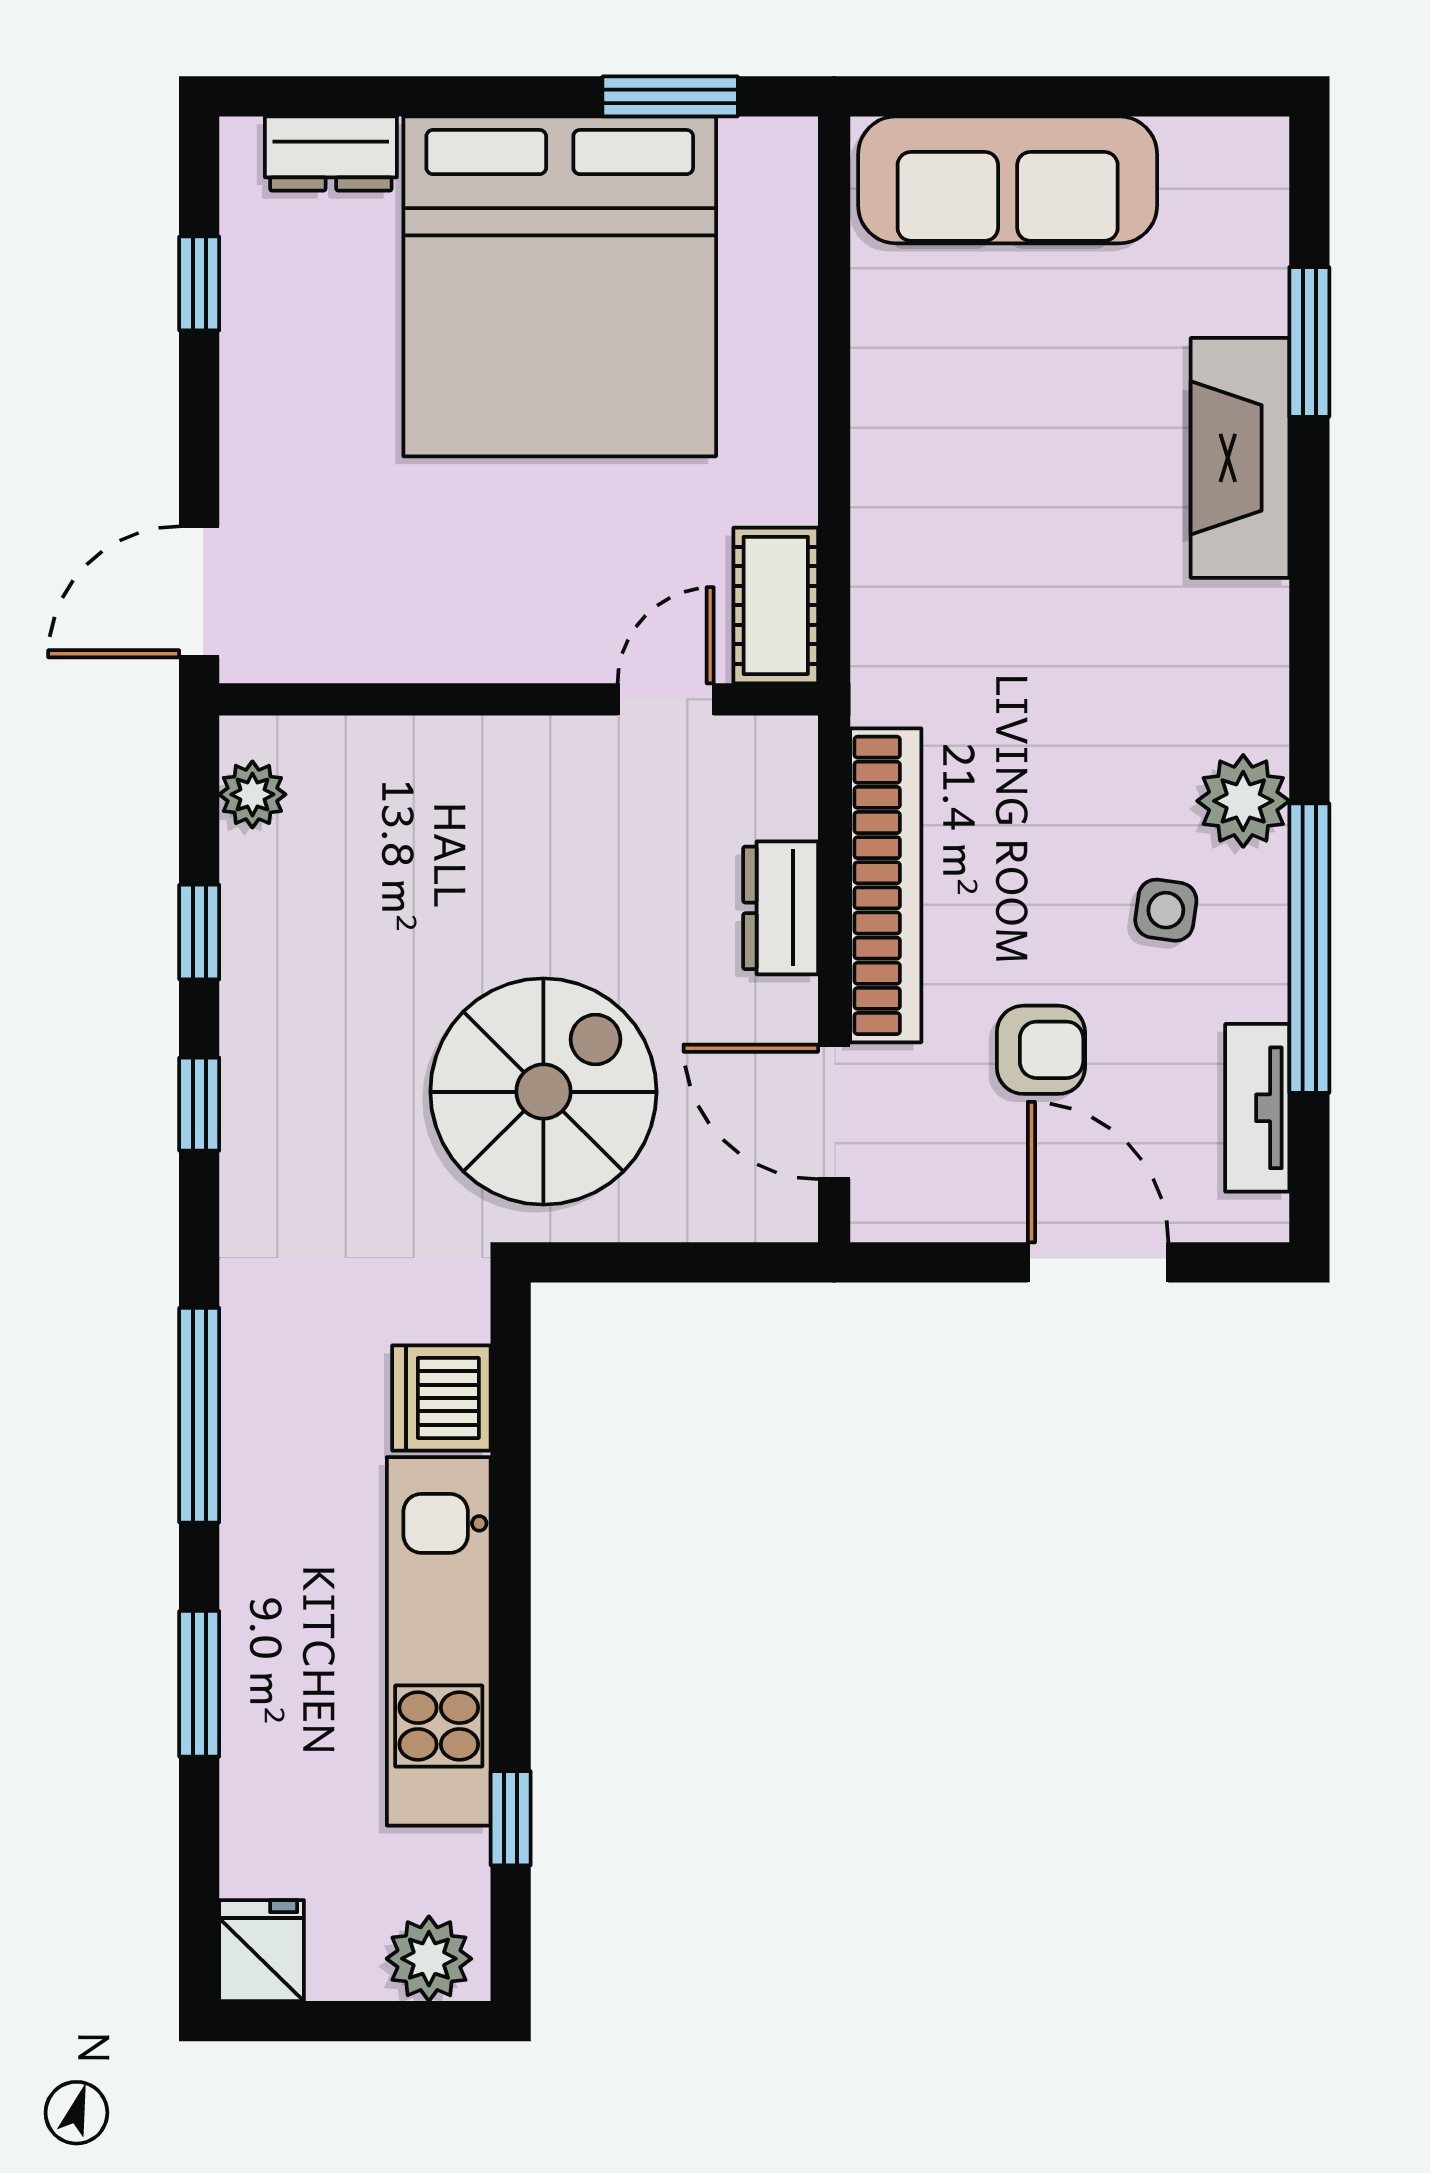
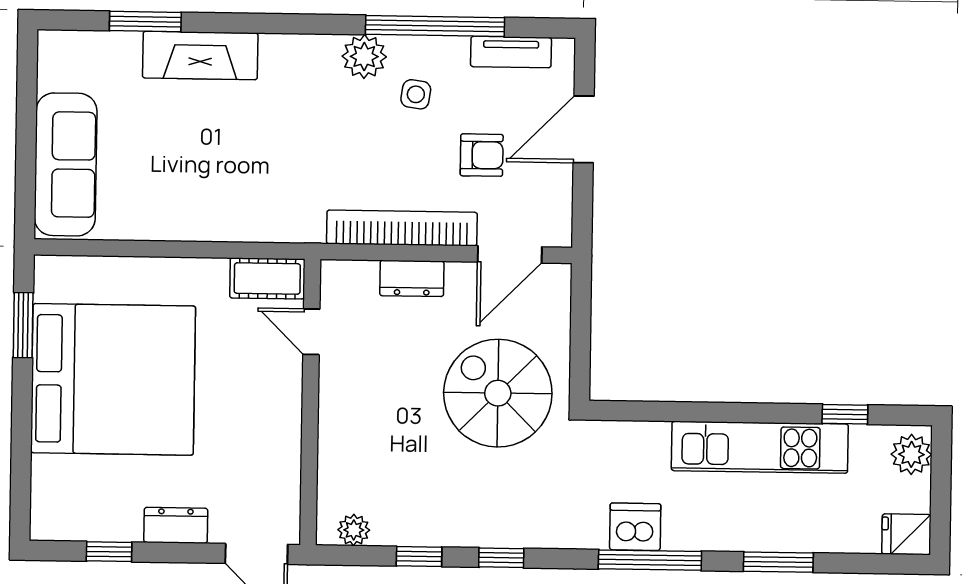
dresser: (331, 153) -> (176, 525), moved, turned -90
armchair: (1041, 1050) -> (482, 155), turned 90
dishwasher: (441, 1398) -> (635, 527), moved, turned 180

